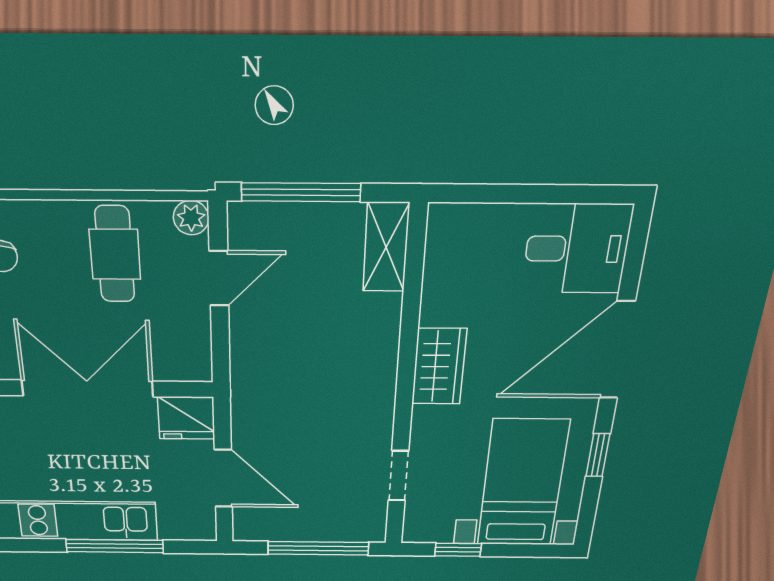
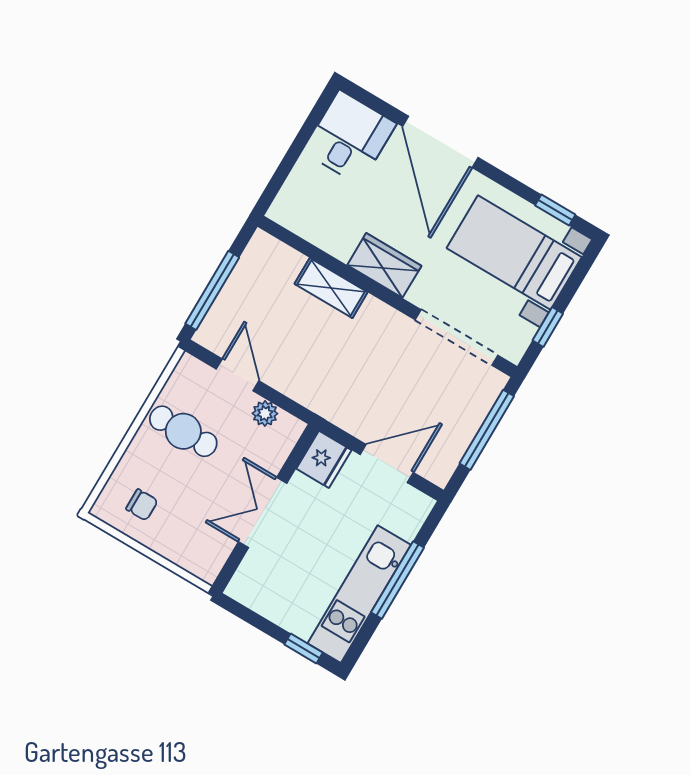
plant: (191, 218) -> (265, 413), moved
shelving: (386, 247) -> (331, 288), moved
double door: (87, 388) -> (263, 513), width x0.73
window: (598, 455) -> (555, 210), moved
doorway: (398, 476) -> (457, 337), width x1.88

